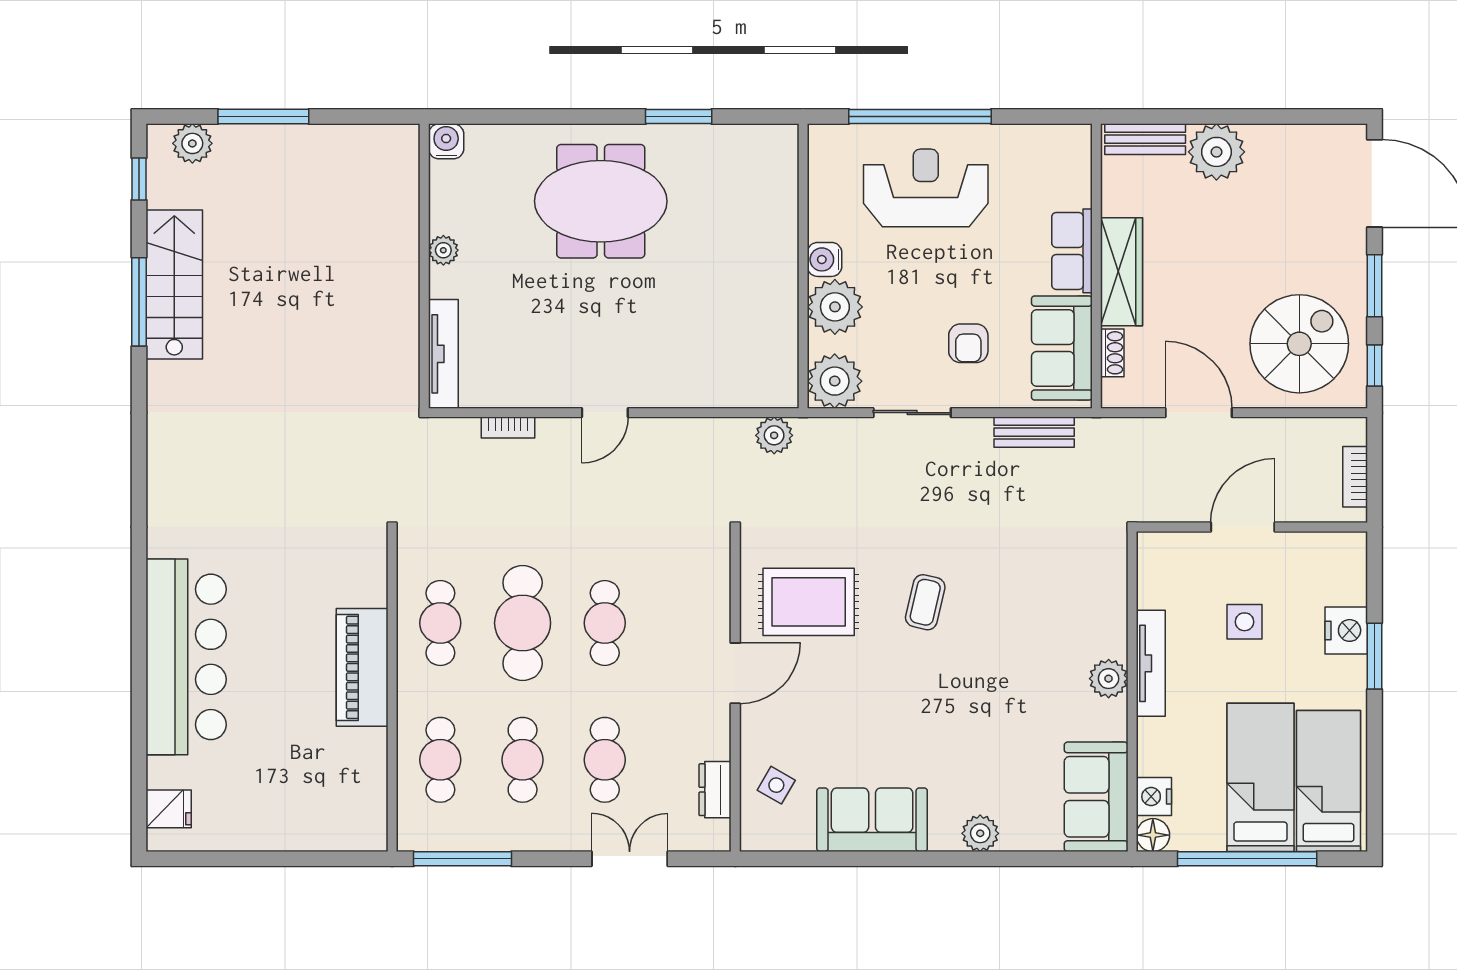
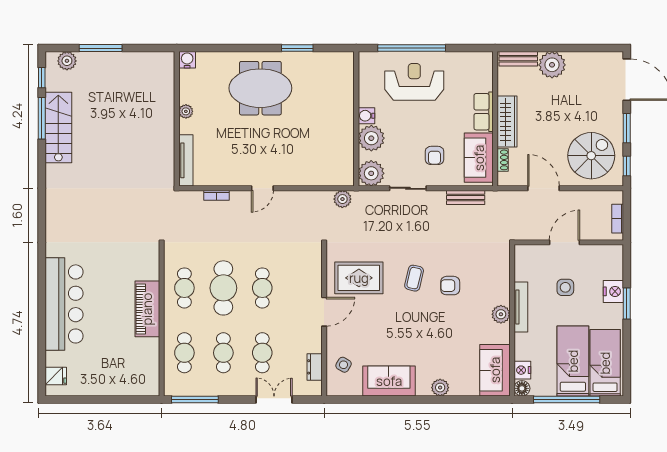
window: (139, 302) -> (42, 118), moved
armchair: (1001, 618) -> (450, 286), added

